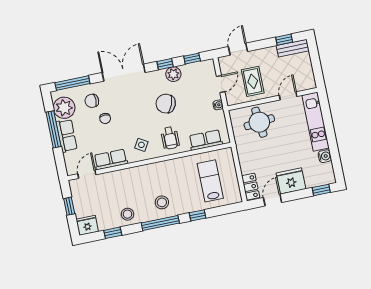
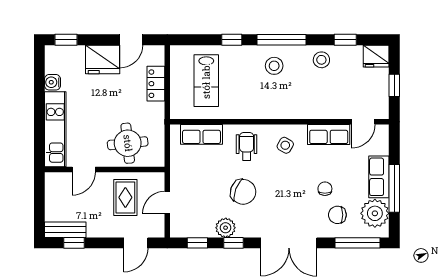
chair: (92, 101) -> (337, 215), turned 180
water cooler: (218, 105) -> (176, 176), removed
locker: (251, 187) -> (156, 84), moved

